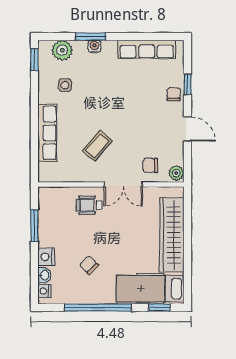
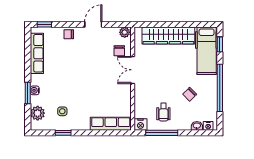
window: (34, 60) -> (63, 133), moved
window: (187, 84) -> (44, 24), moved
row of seats: (47, 133) -> (111, 124), moved
coffee table: (97, 146) -> (105, 88), removed
double door: (123, 185) -> (133, 70), swing flipped
wheelchair: (89, 205) -> (163, 112), moved
window: (34, 226) -> (162, 133), width x1.44
nightstand: (46, 257) -> (141, 125), moved

